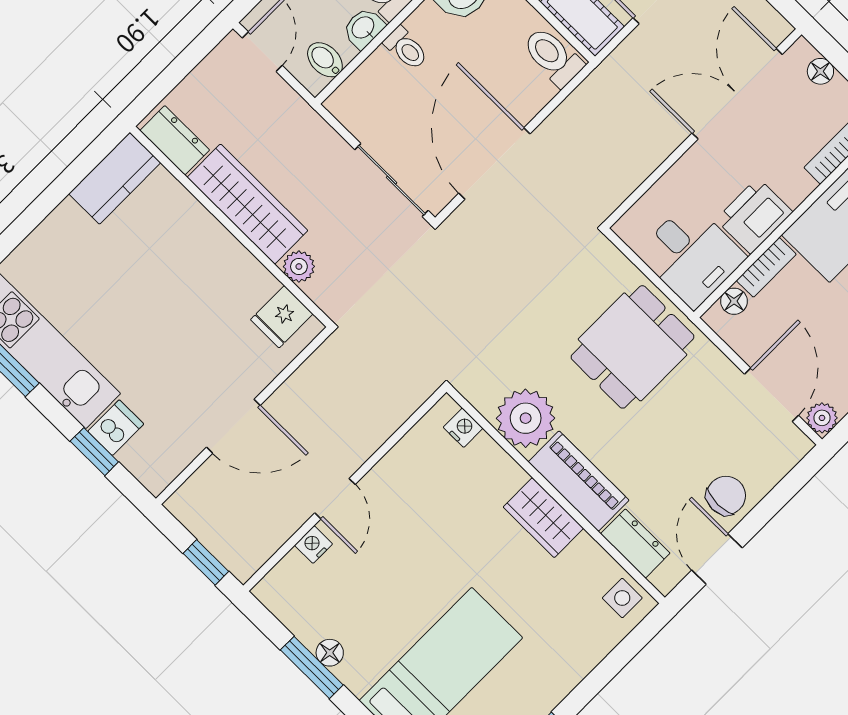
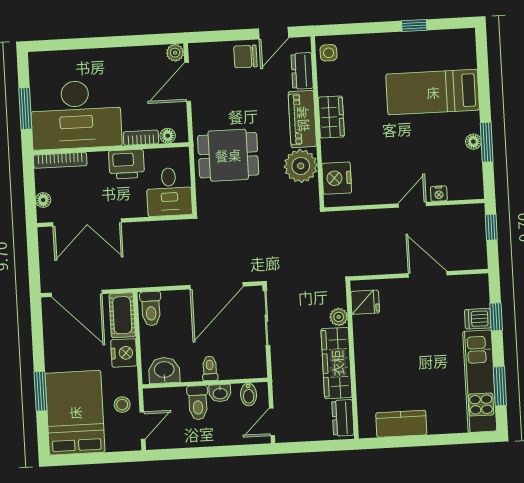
kitchen counter: (115, 178) -> (401, 424), moved
desk: (691, 255) -> (169, 192), moved, turned 180
nightstand: (463, 428) -> (337, 178), width x1.89, depth x1.79

